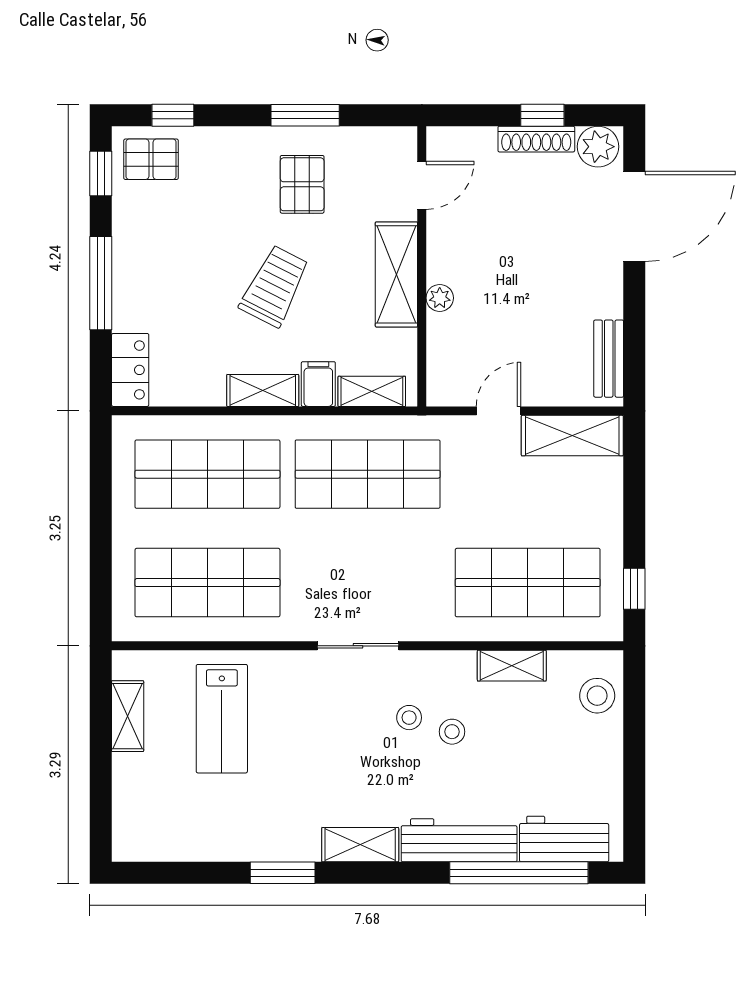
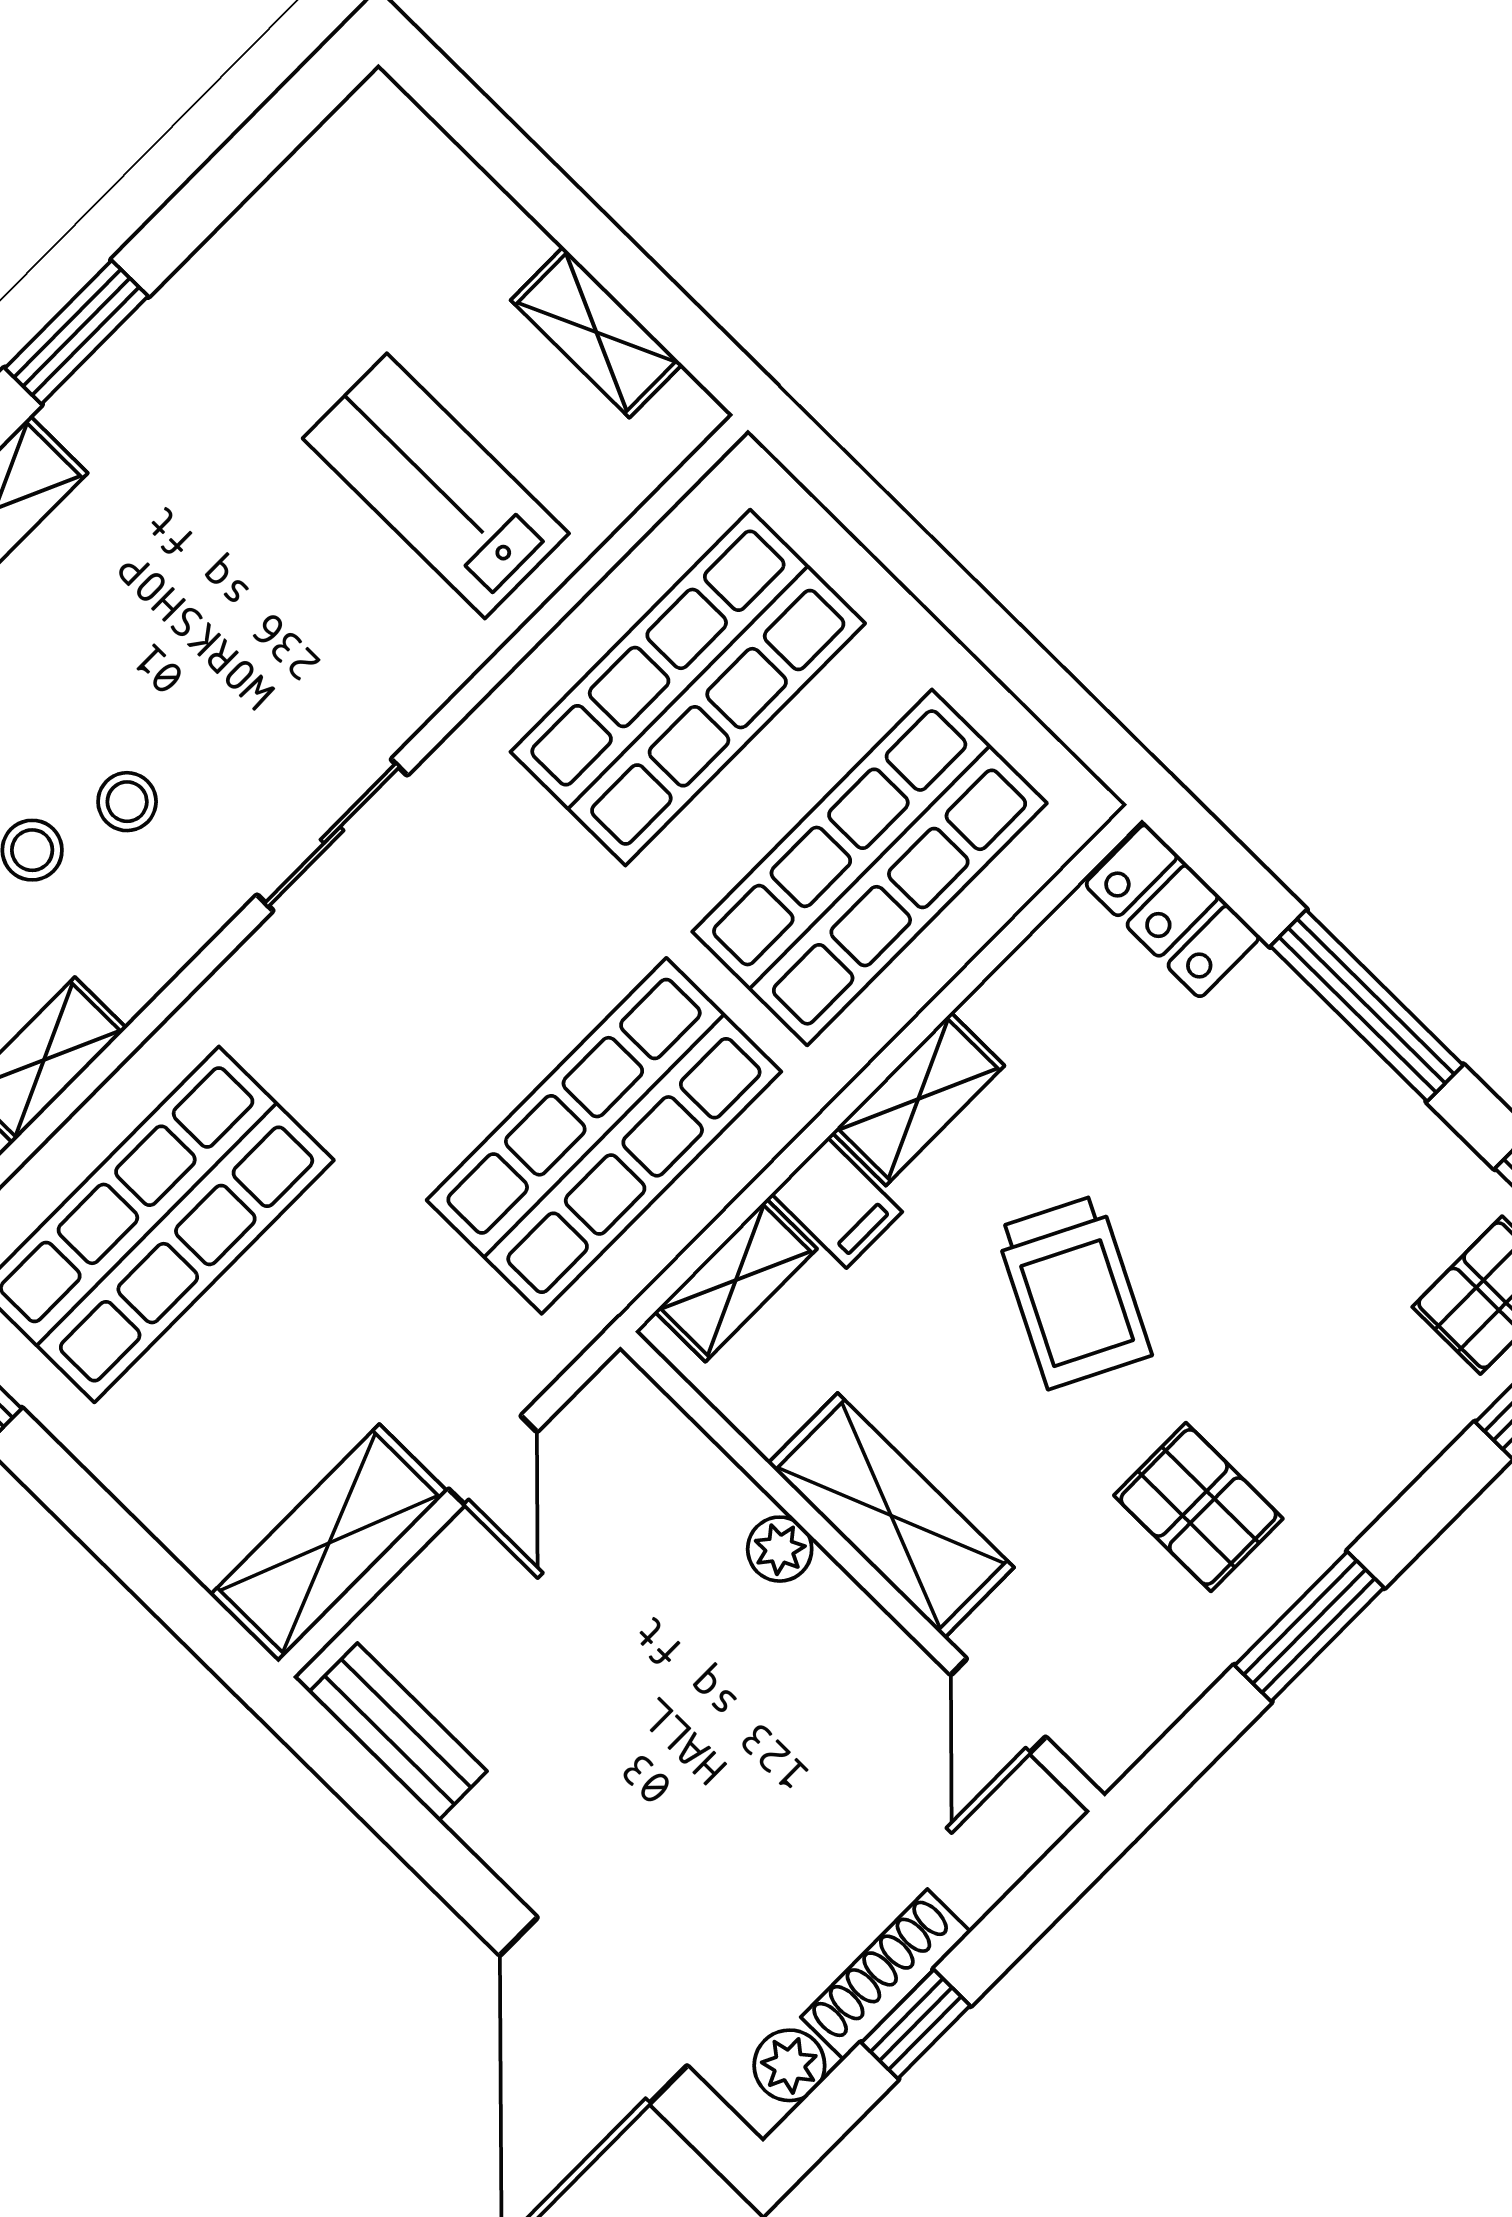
plant: (598, 147) -> (789, 2065), width x0.73, depth x0.73

